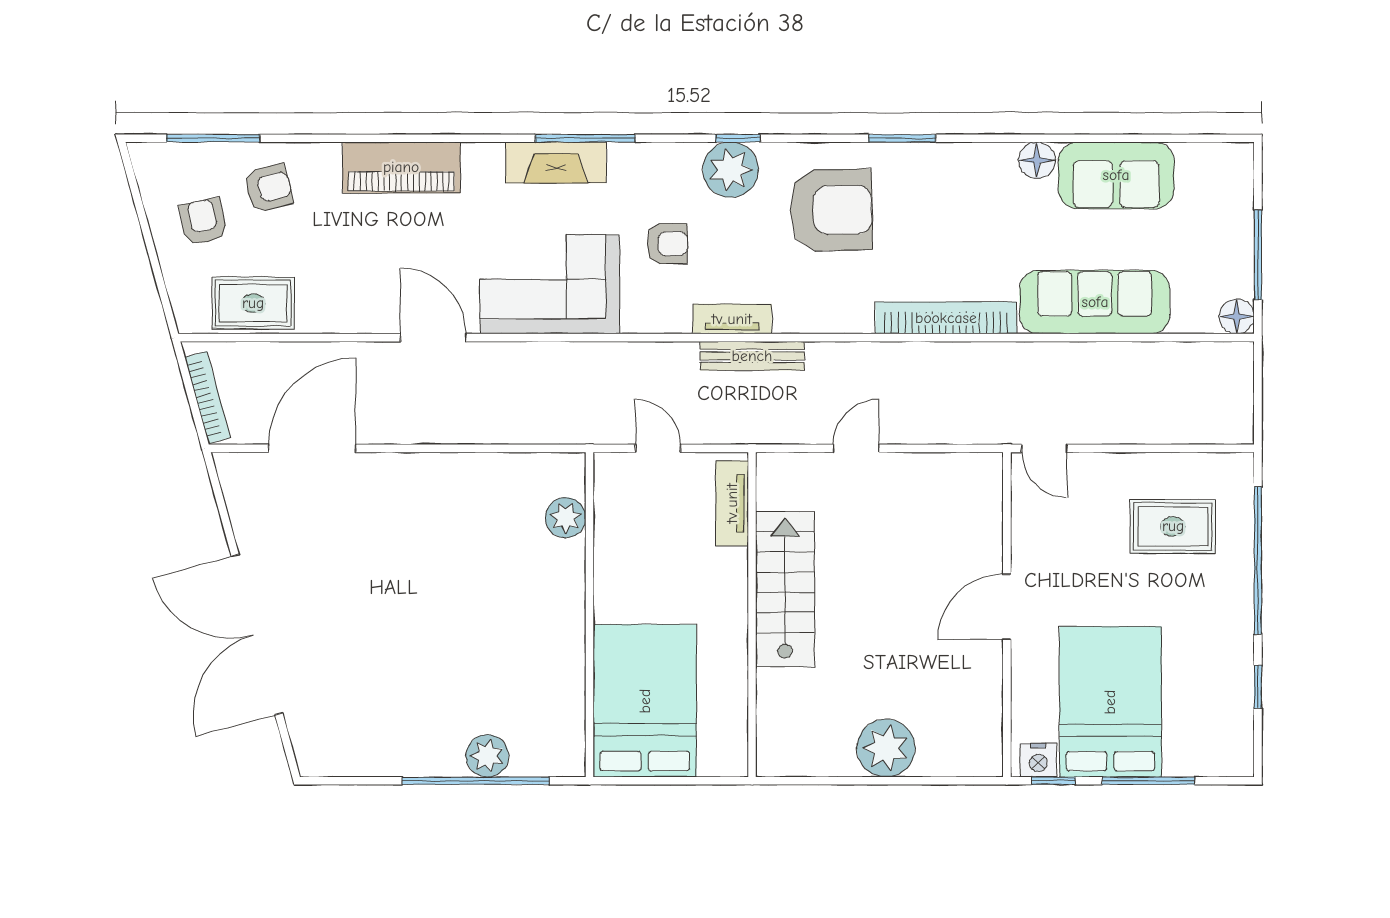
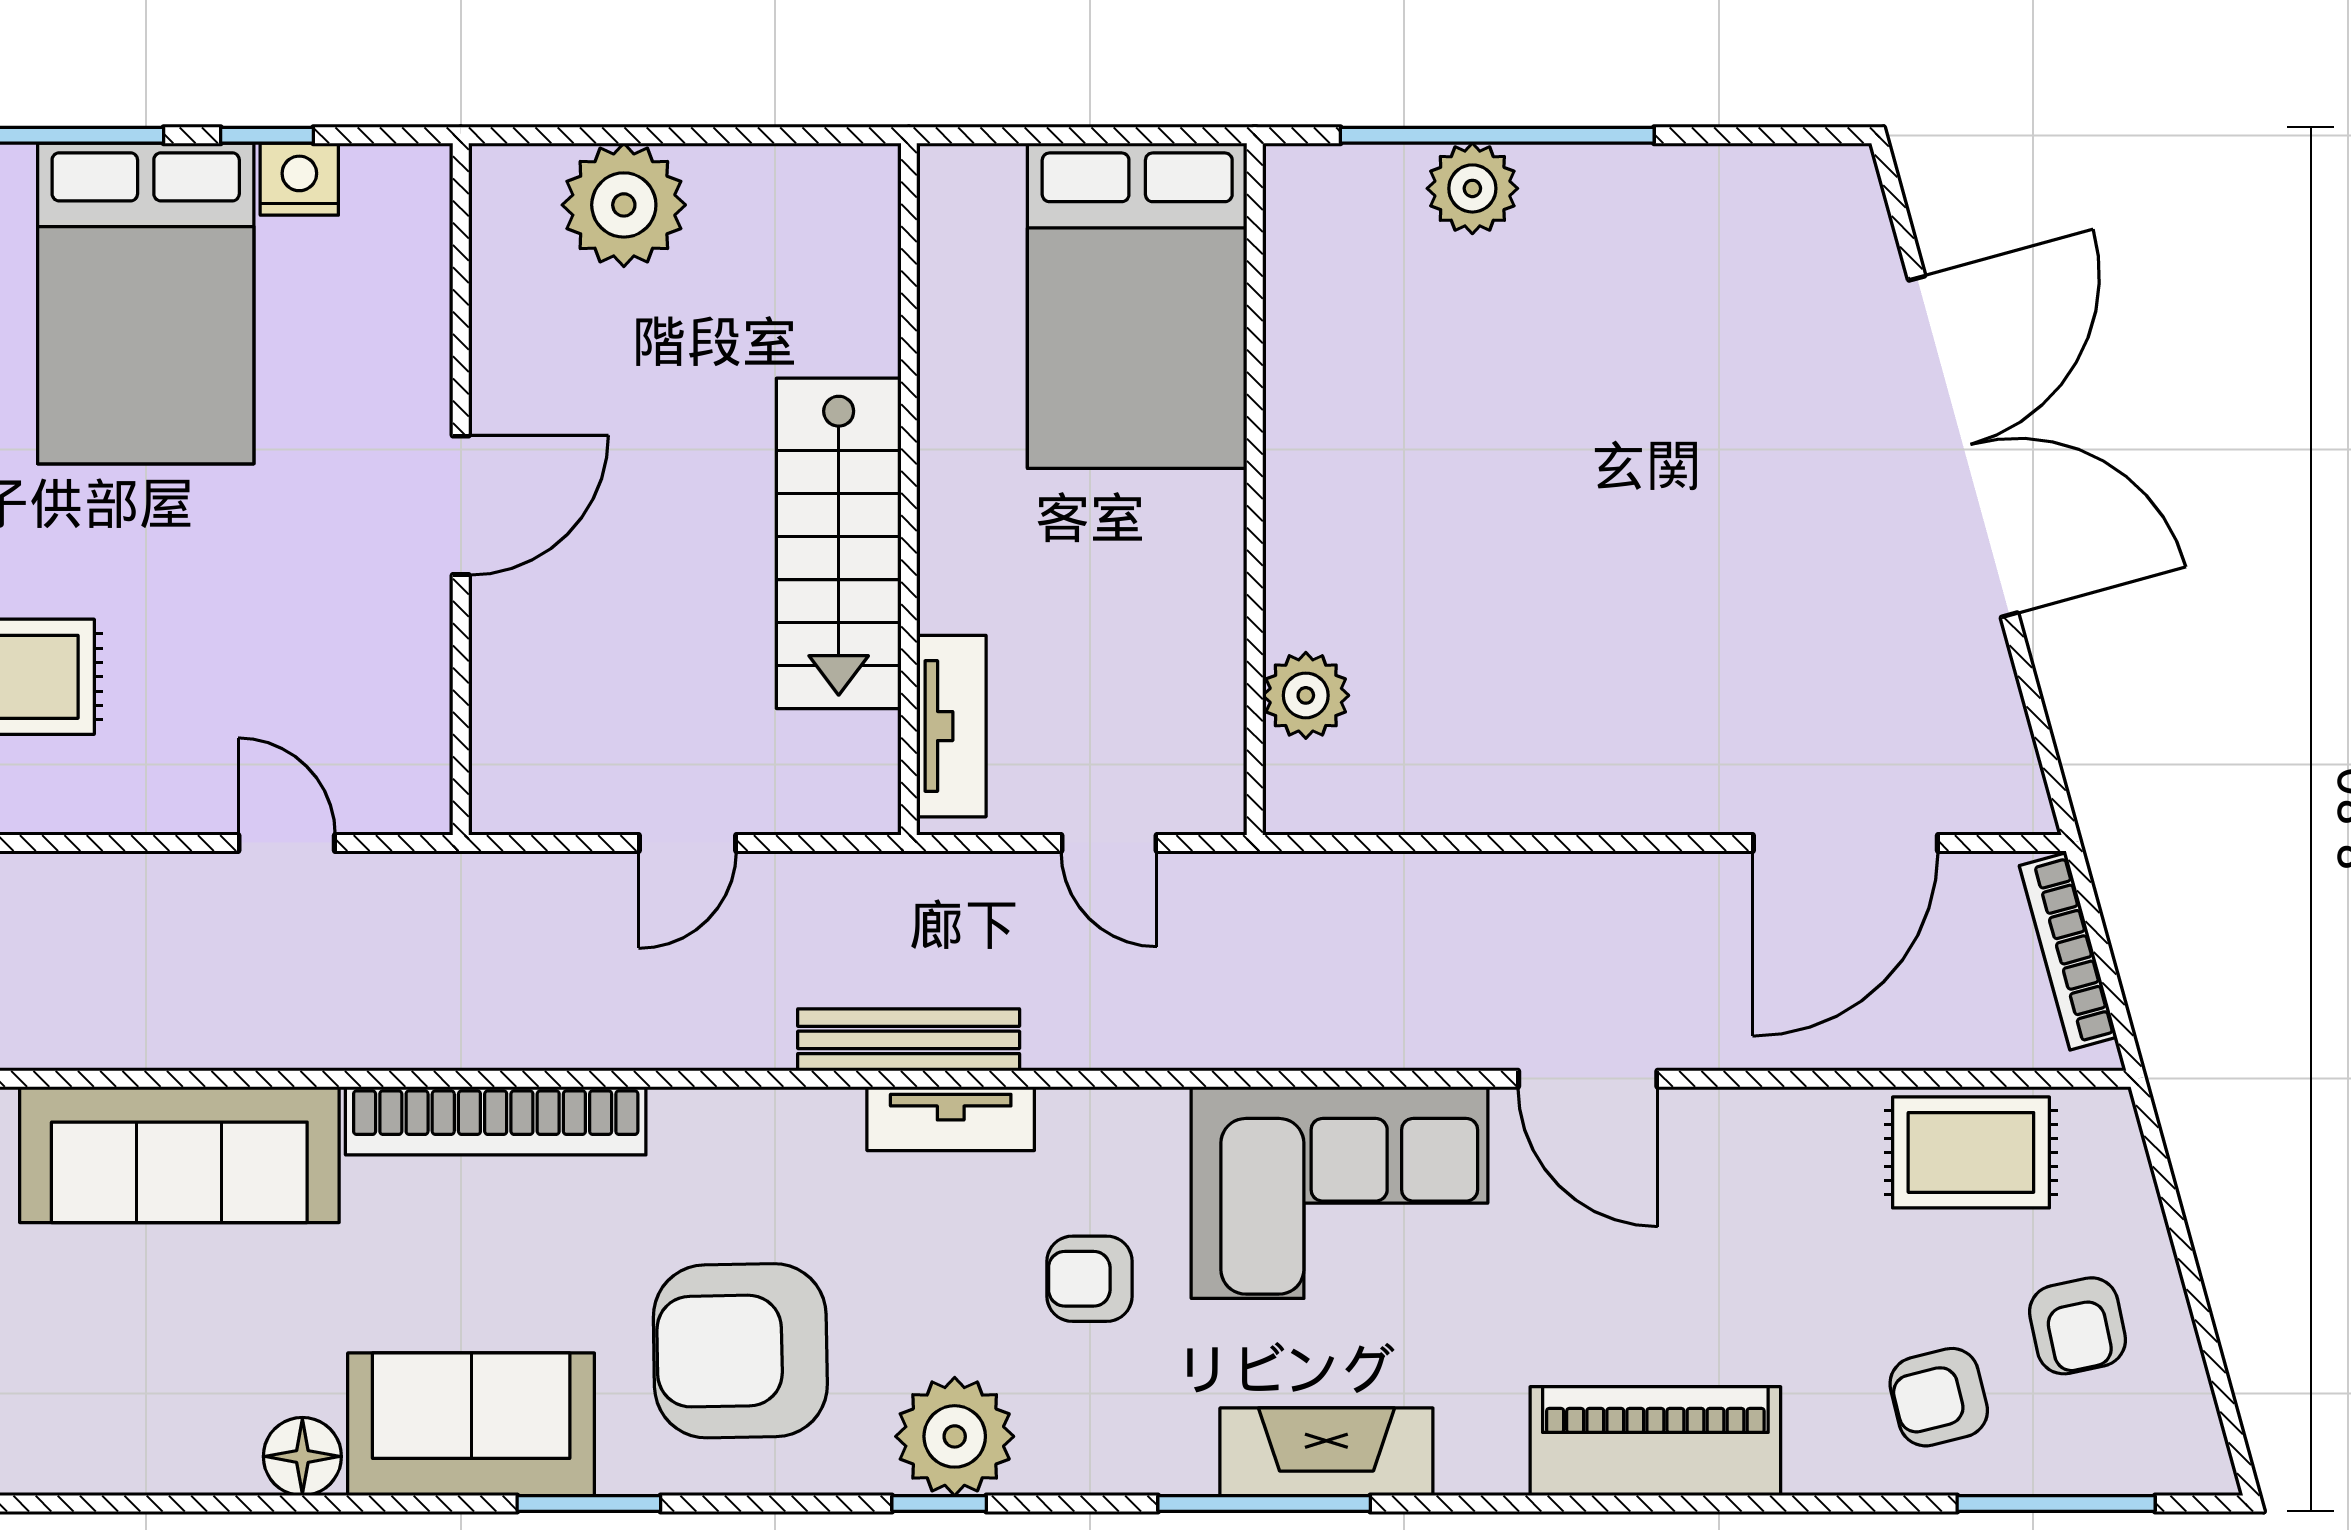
sofa: (1116, 175) -> (471, 1424), moved
door: (1007, 607) -> (461, 505), moved
wall: (1007, 615) -> (461, 489), moved

